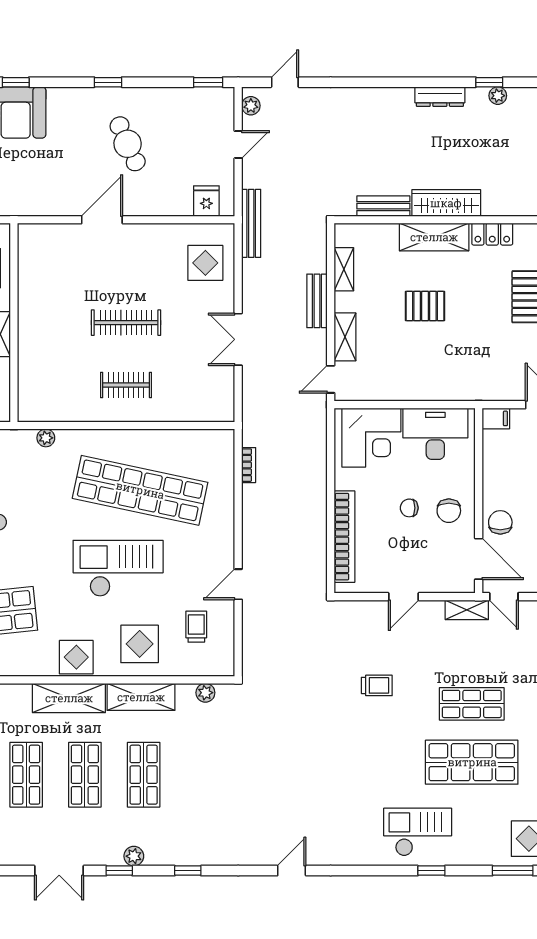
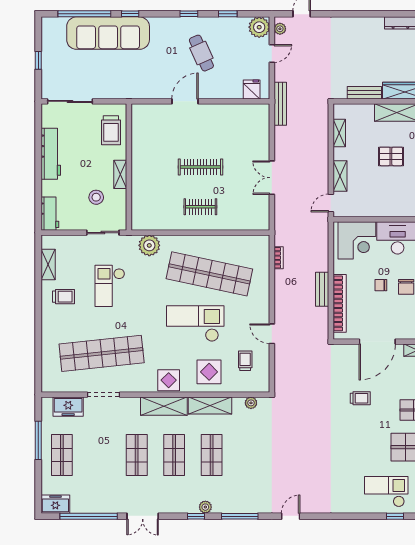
window: (208, 82) -> (228, 14), moved
plant: (218, 103) -> (259, 27), added
display table: (205, 263) -> (251, 129), removed
bench: (317, 301) -> (322, 289), moved
plant: (46, 438) -> (149, 245), width x1.87, depth x1.87
door: (238, 584) -> (272, 334), hinge flipped
door: (403, 597) -> (377, 342), width x1.88
double door: (59, 871) -> (143, 516), moved
window: (188, 871) -> (240, 516), width x2.17
door: (292, 871) -> (291, 516), moved

